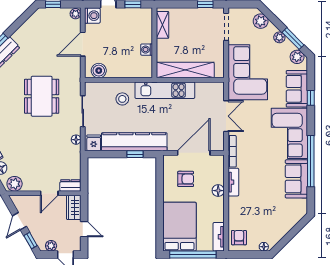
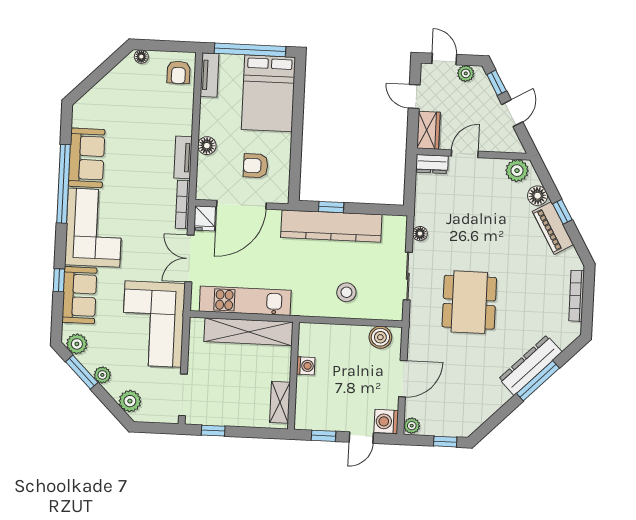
kitchen unit: (165, 90) -> (245, 301), moved
fridge: (94, 143) -> (205, 218), moved

